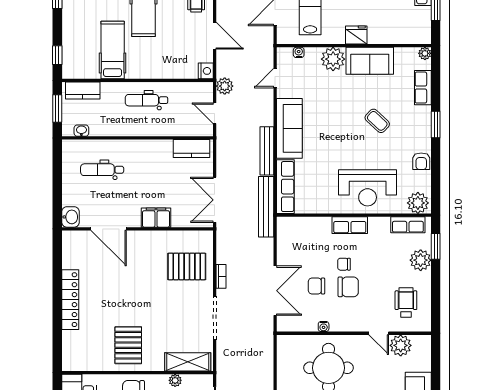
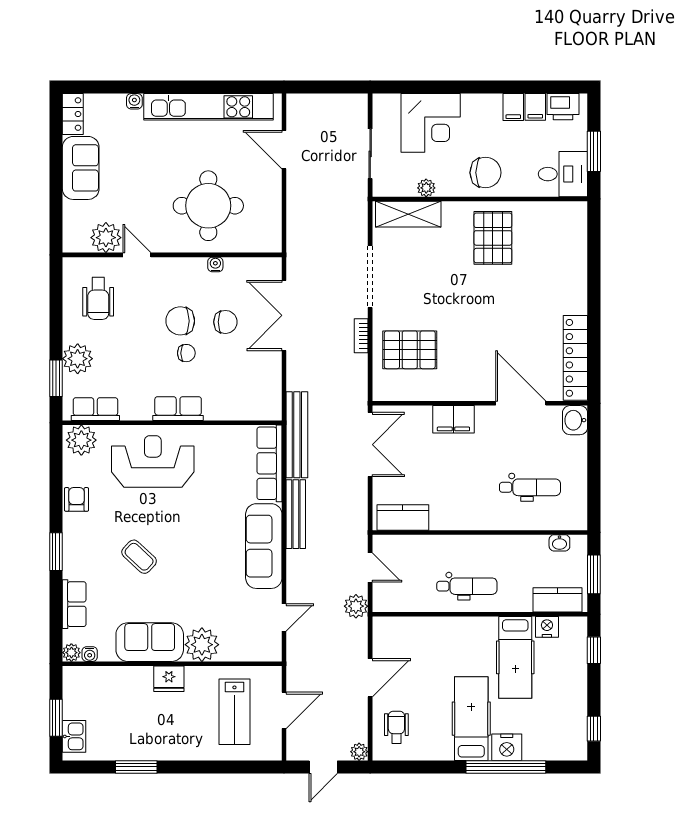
door: (215, 36) -> (370, 678), swing flipped
water cooler: (299, 52) -> (90, 654), moved
nightstand: (206, 71) -> (547, 627), moved, turned 90
locker: (70, 300) -> (575, 358), moved

